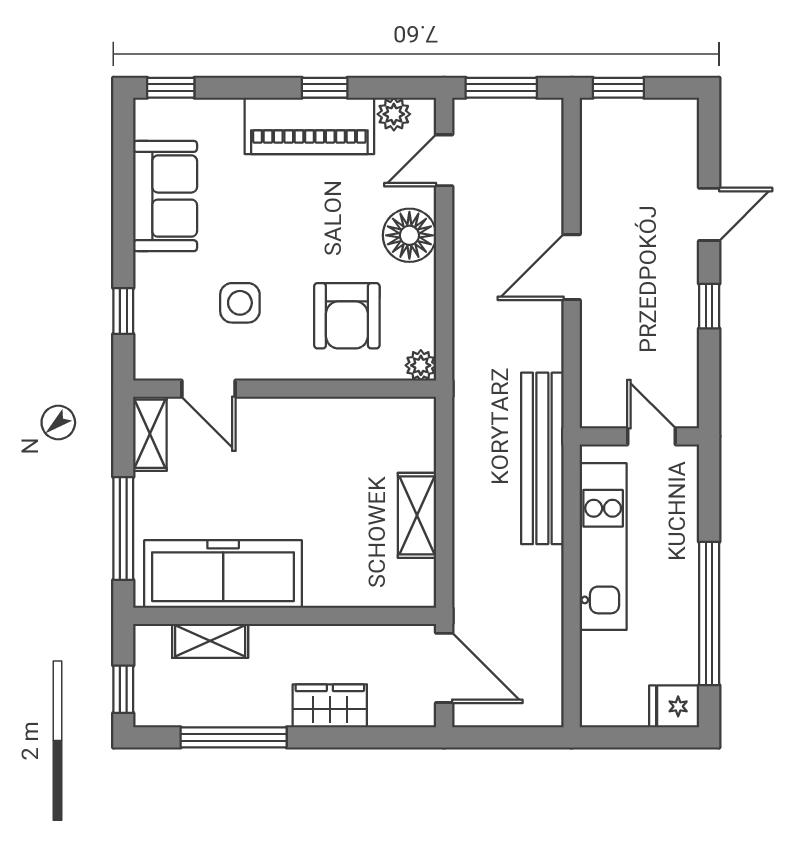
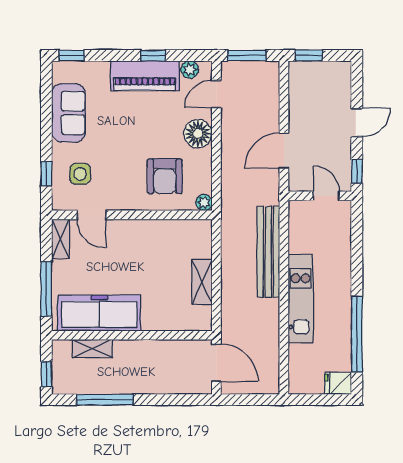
side table: (240, 303) -> (80, 174), moved
wall: (639, 436) -> (320, 196), moved
door: (651, 436) -> (326, 196), moved
wardrobe: (330, 706) -> (156, 383), removed

